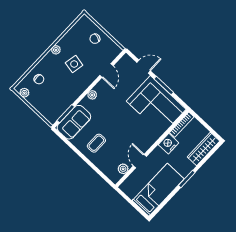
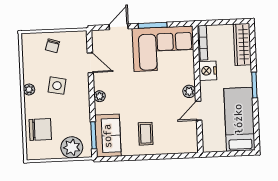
chair: (39, 79) -> (40, 130), width x1.87, depth x1.87
plant: (24, 93) -> (72, 147), moved, width x1.88, depth x1.88
door: (140, 161) -> (199, 111), hinge flipped
plant: (123, 169) -> (189, 91), moved

